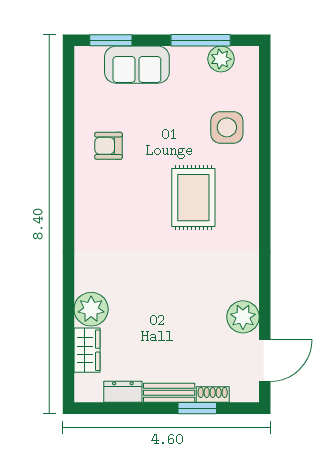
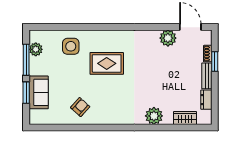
window: (111, 40) -> (26, 93), moved
armchair: (108, 146) -> (80, 107), turned -138
plant: (91, 309) -> (154, 116), moved

